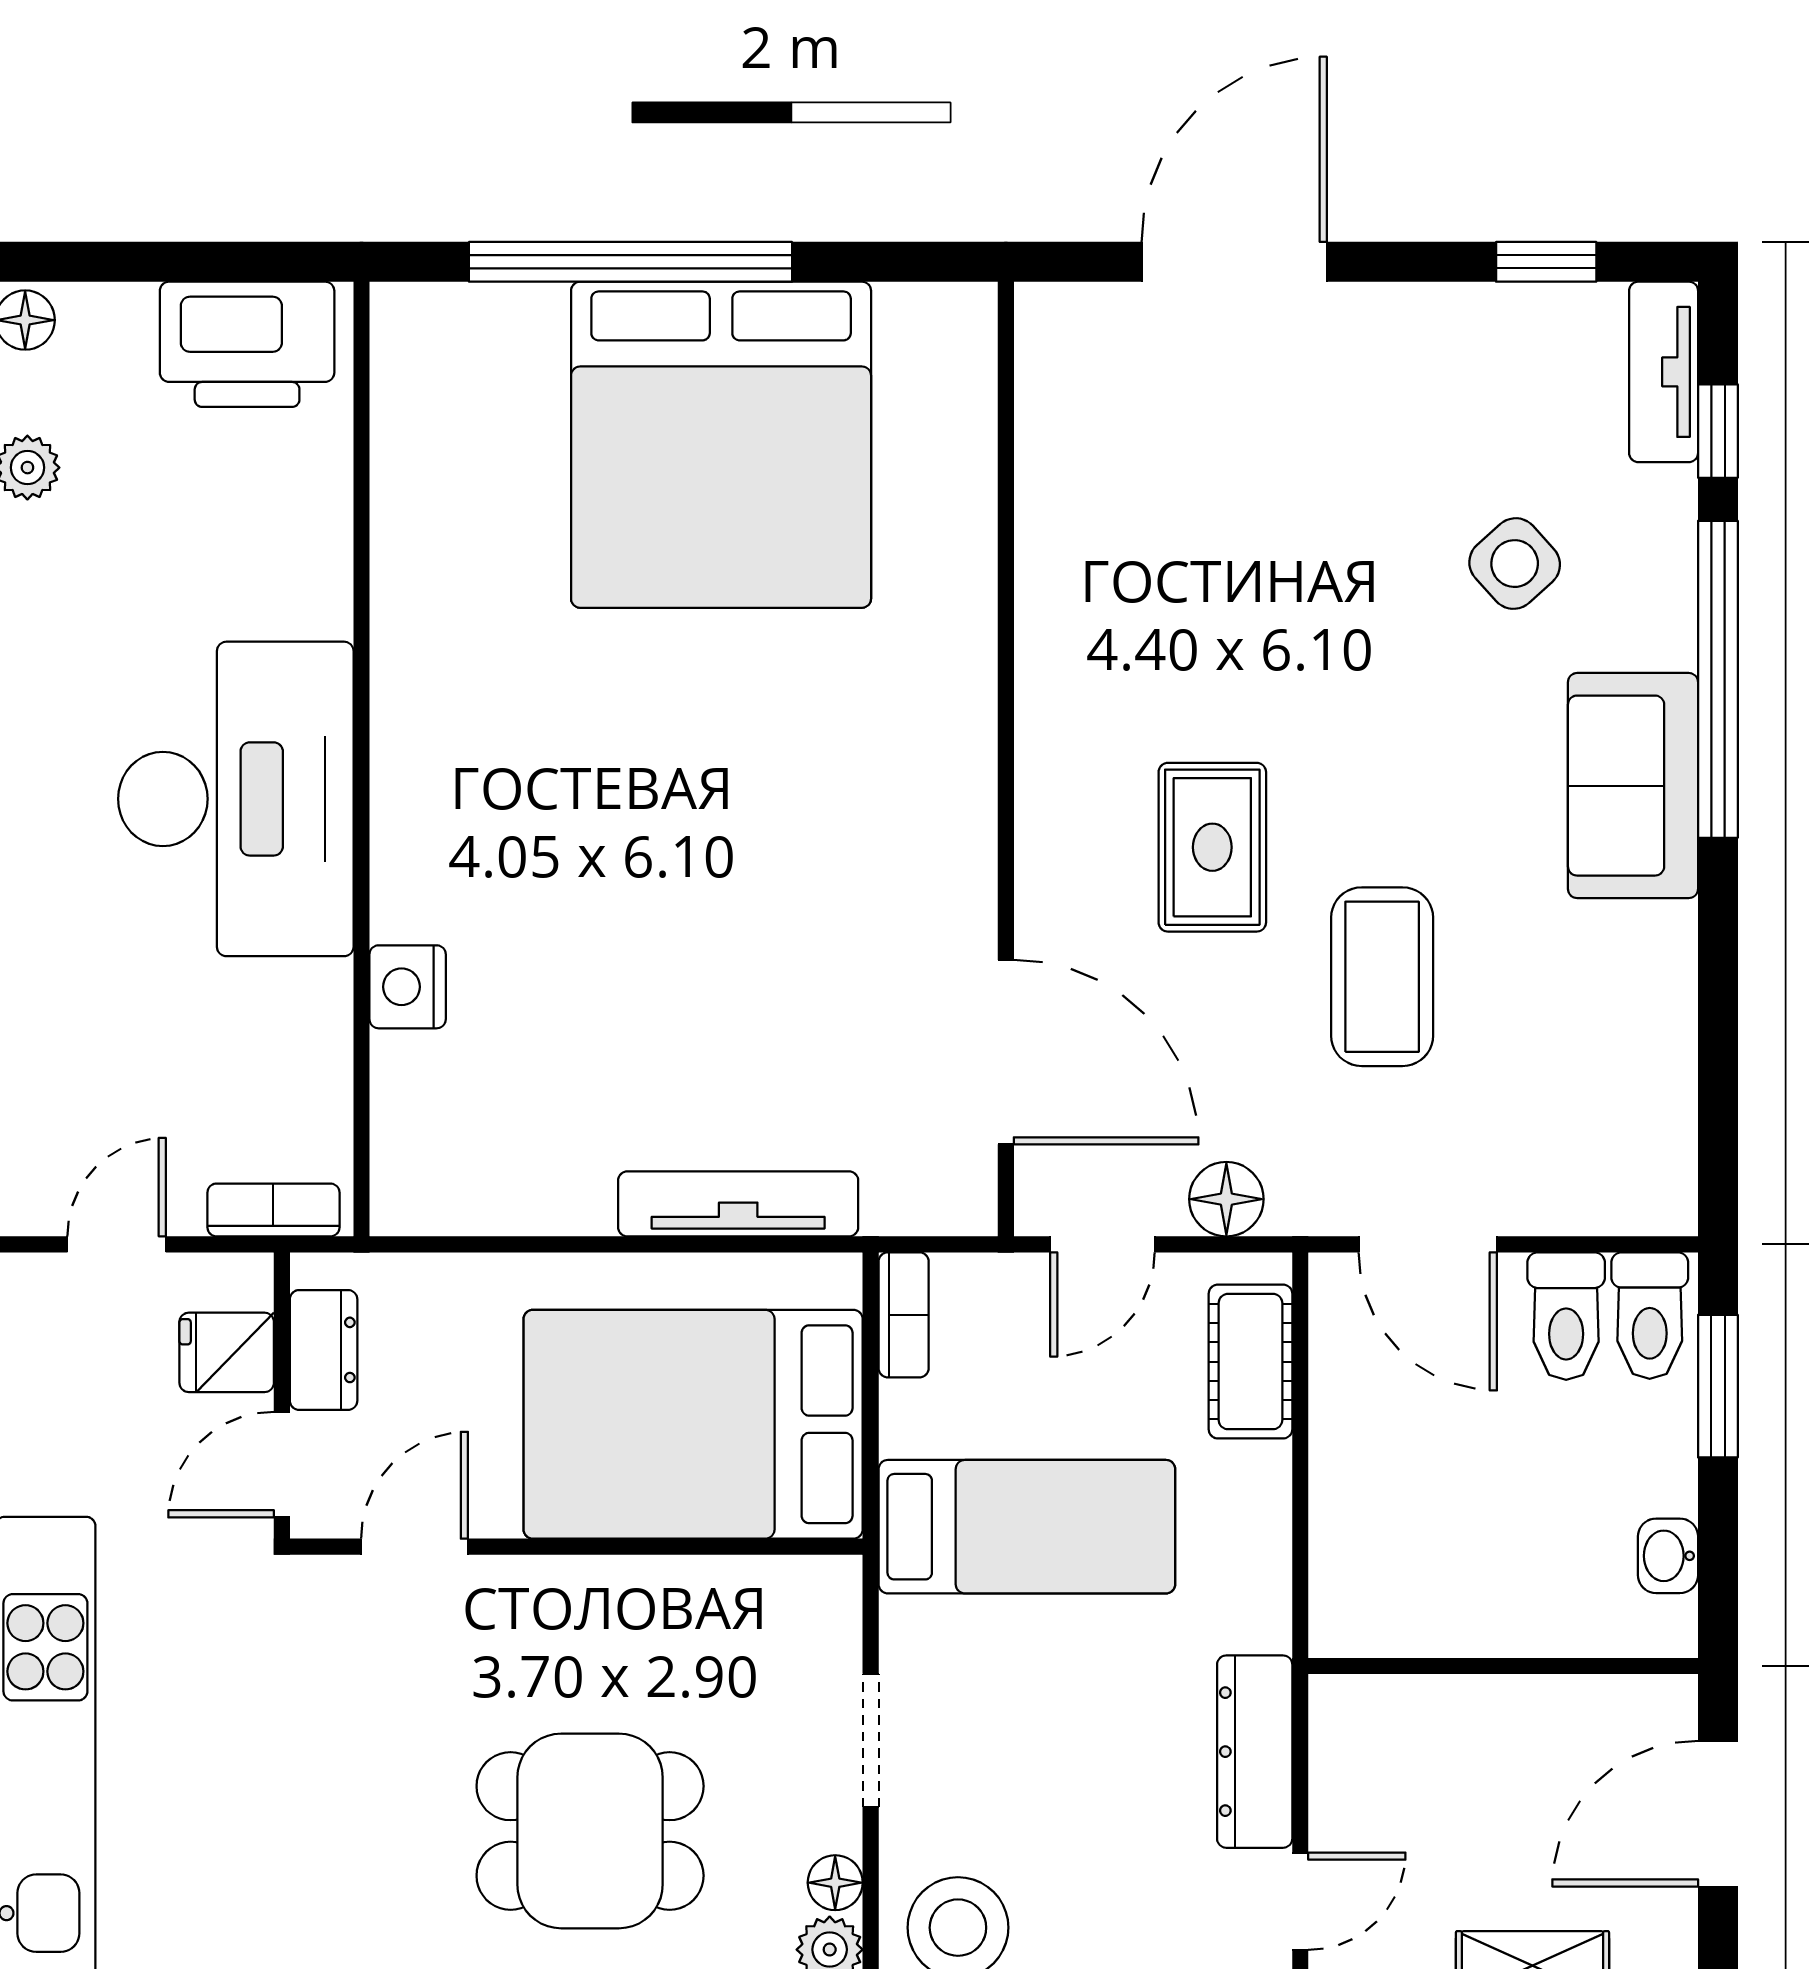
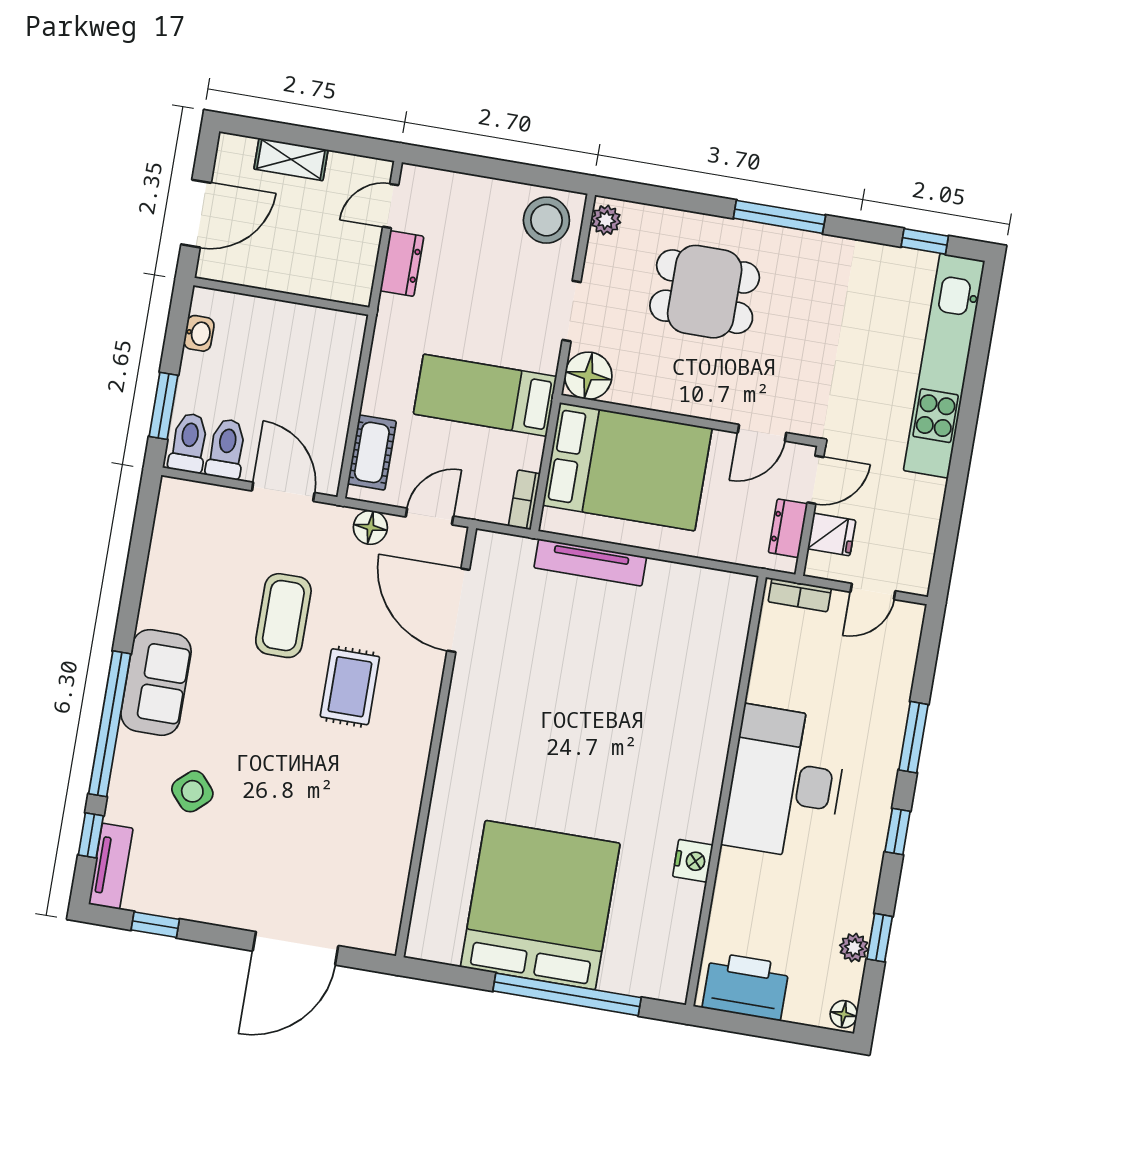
nightstand: (408, 987) -> (693, 861), moved
dresser: (1255, 1752) -> (402, 264), width x0.70
floor lamp: (835, 1883) -> (588, 376), moved, width x1.89, depth x1.89

